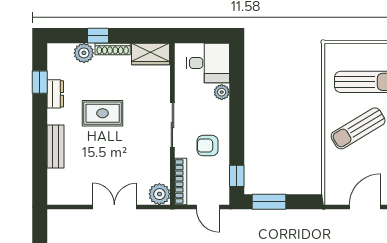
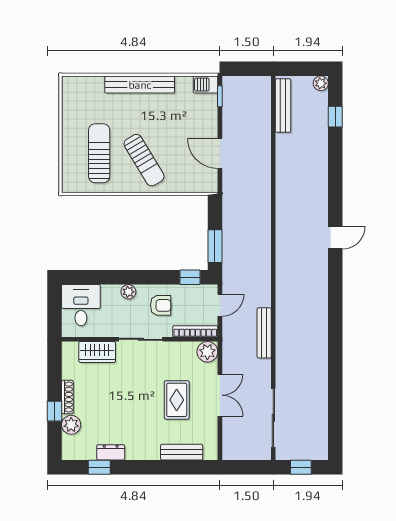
wardrobe: (150, 54) -> (97, 352), moved, turned 90
plant: (222, 92) -> (128, 292), moved
rug: (103, 113) -> (177, 400), moved
bench: (56, 146) -> (182, 452), moved
armchair: (208, 146) -> (161, 305), turned -90
double door: (114, 207) -> (220, 395), swing flipped

